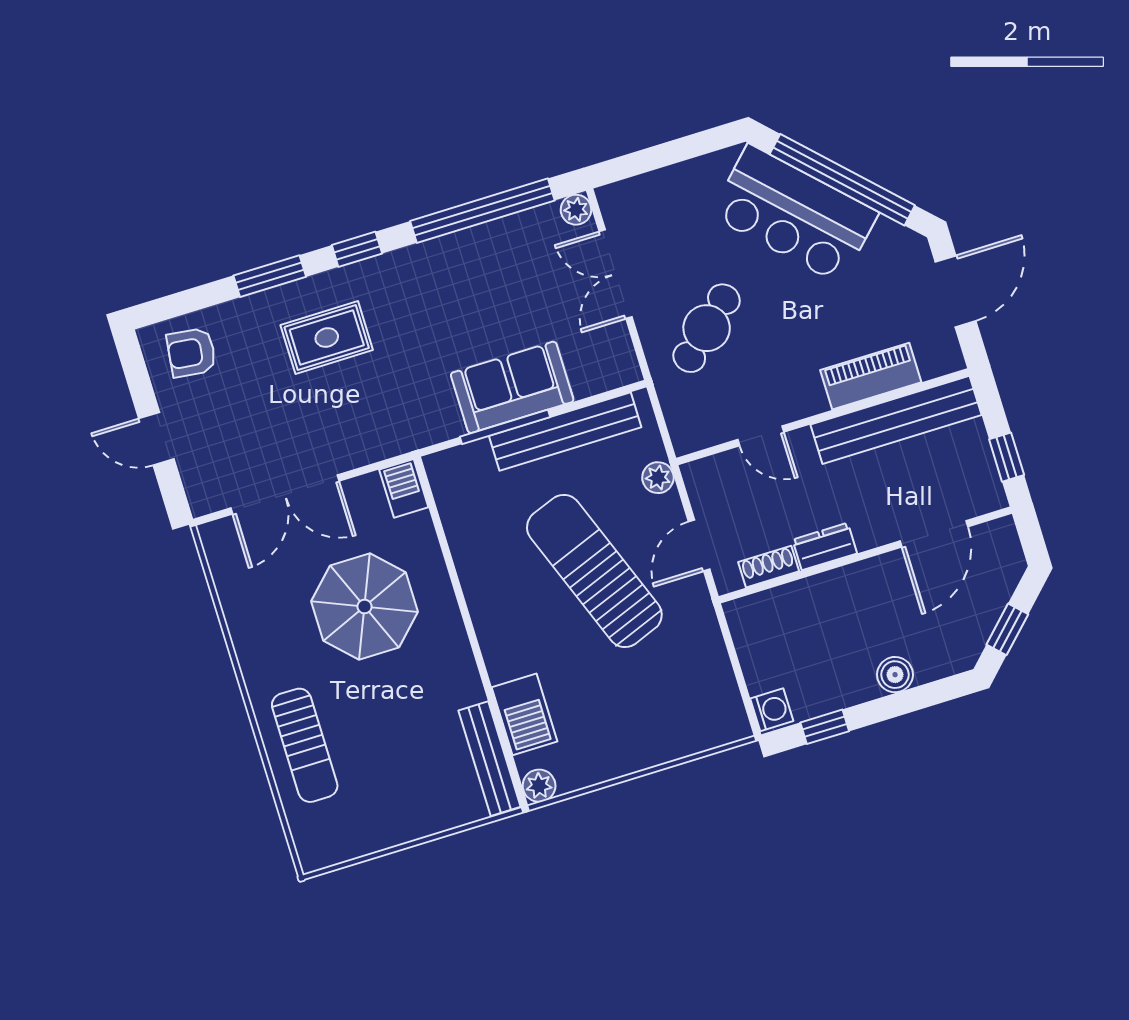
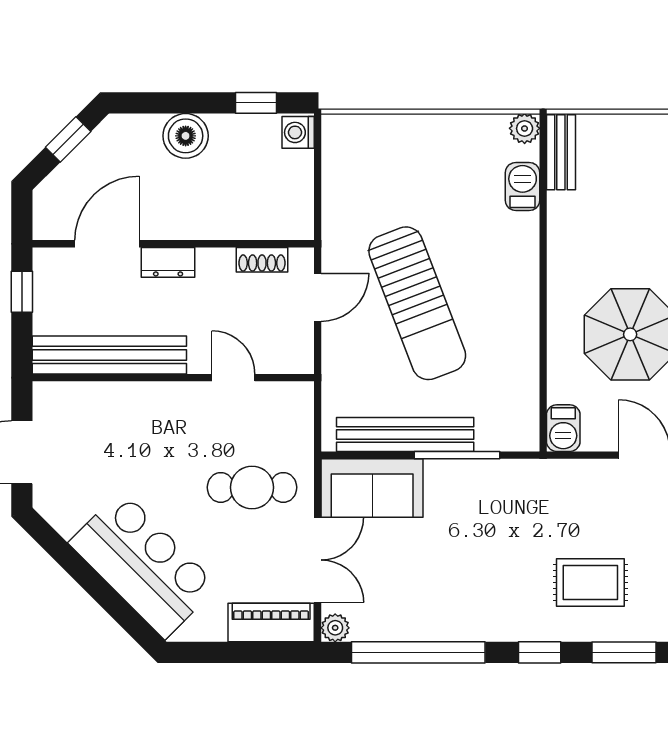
window: (842, 180) -> (92, 582), removed
cafe table: (707, 328) -> (252, 487), turned 42
piano: (871, 376) -> (271, 622), moved, turned 180
sofa: (512, 387) -> (372, 488), moved
plant: (658, 478) -> (336, 369), removed
dresser: (825, 546) -> (168, 262), moved
boiler: (895, 675) -> (186, 136), width x1.36, depth x1.36
barbecue: (524, 714) -> (523, 186), width x0.73, depth x0.79
bench: (490, 759) -> (561, 152), width x0.73

